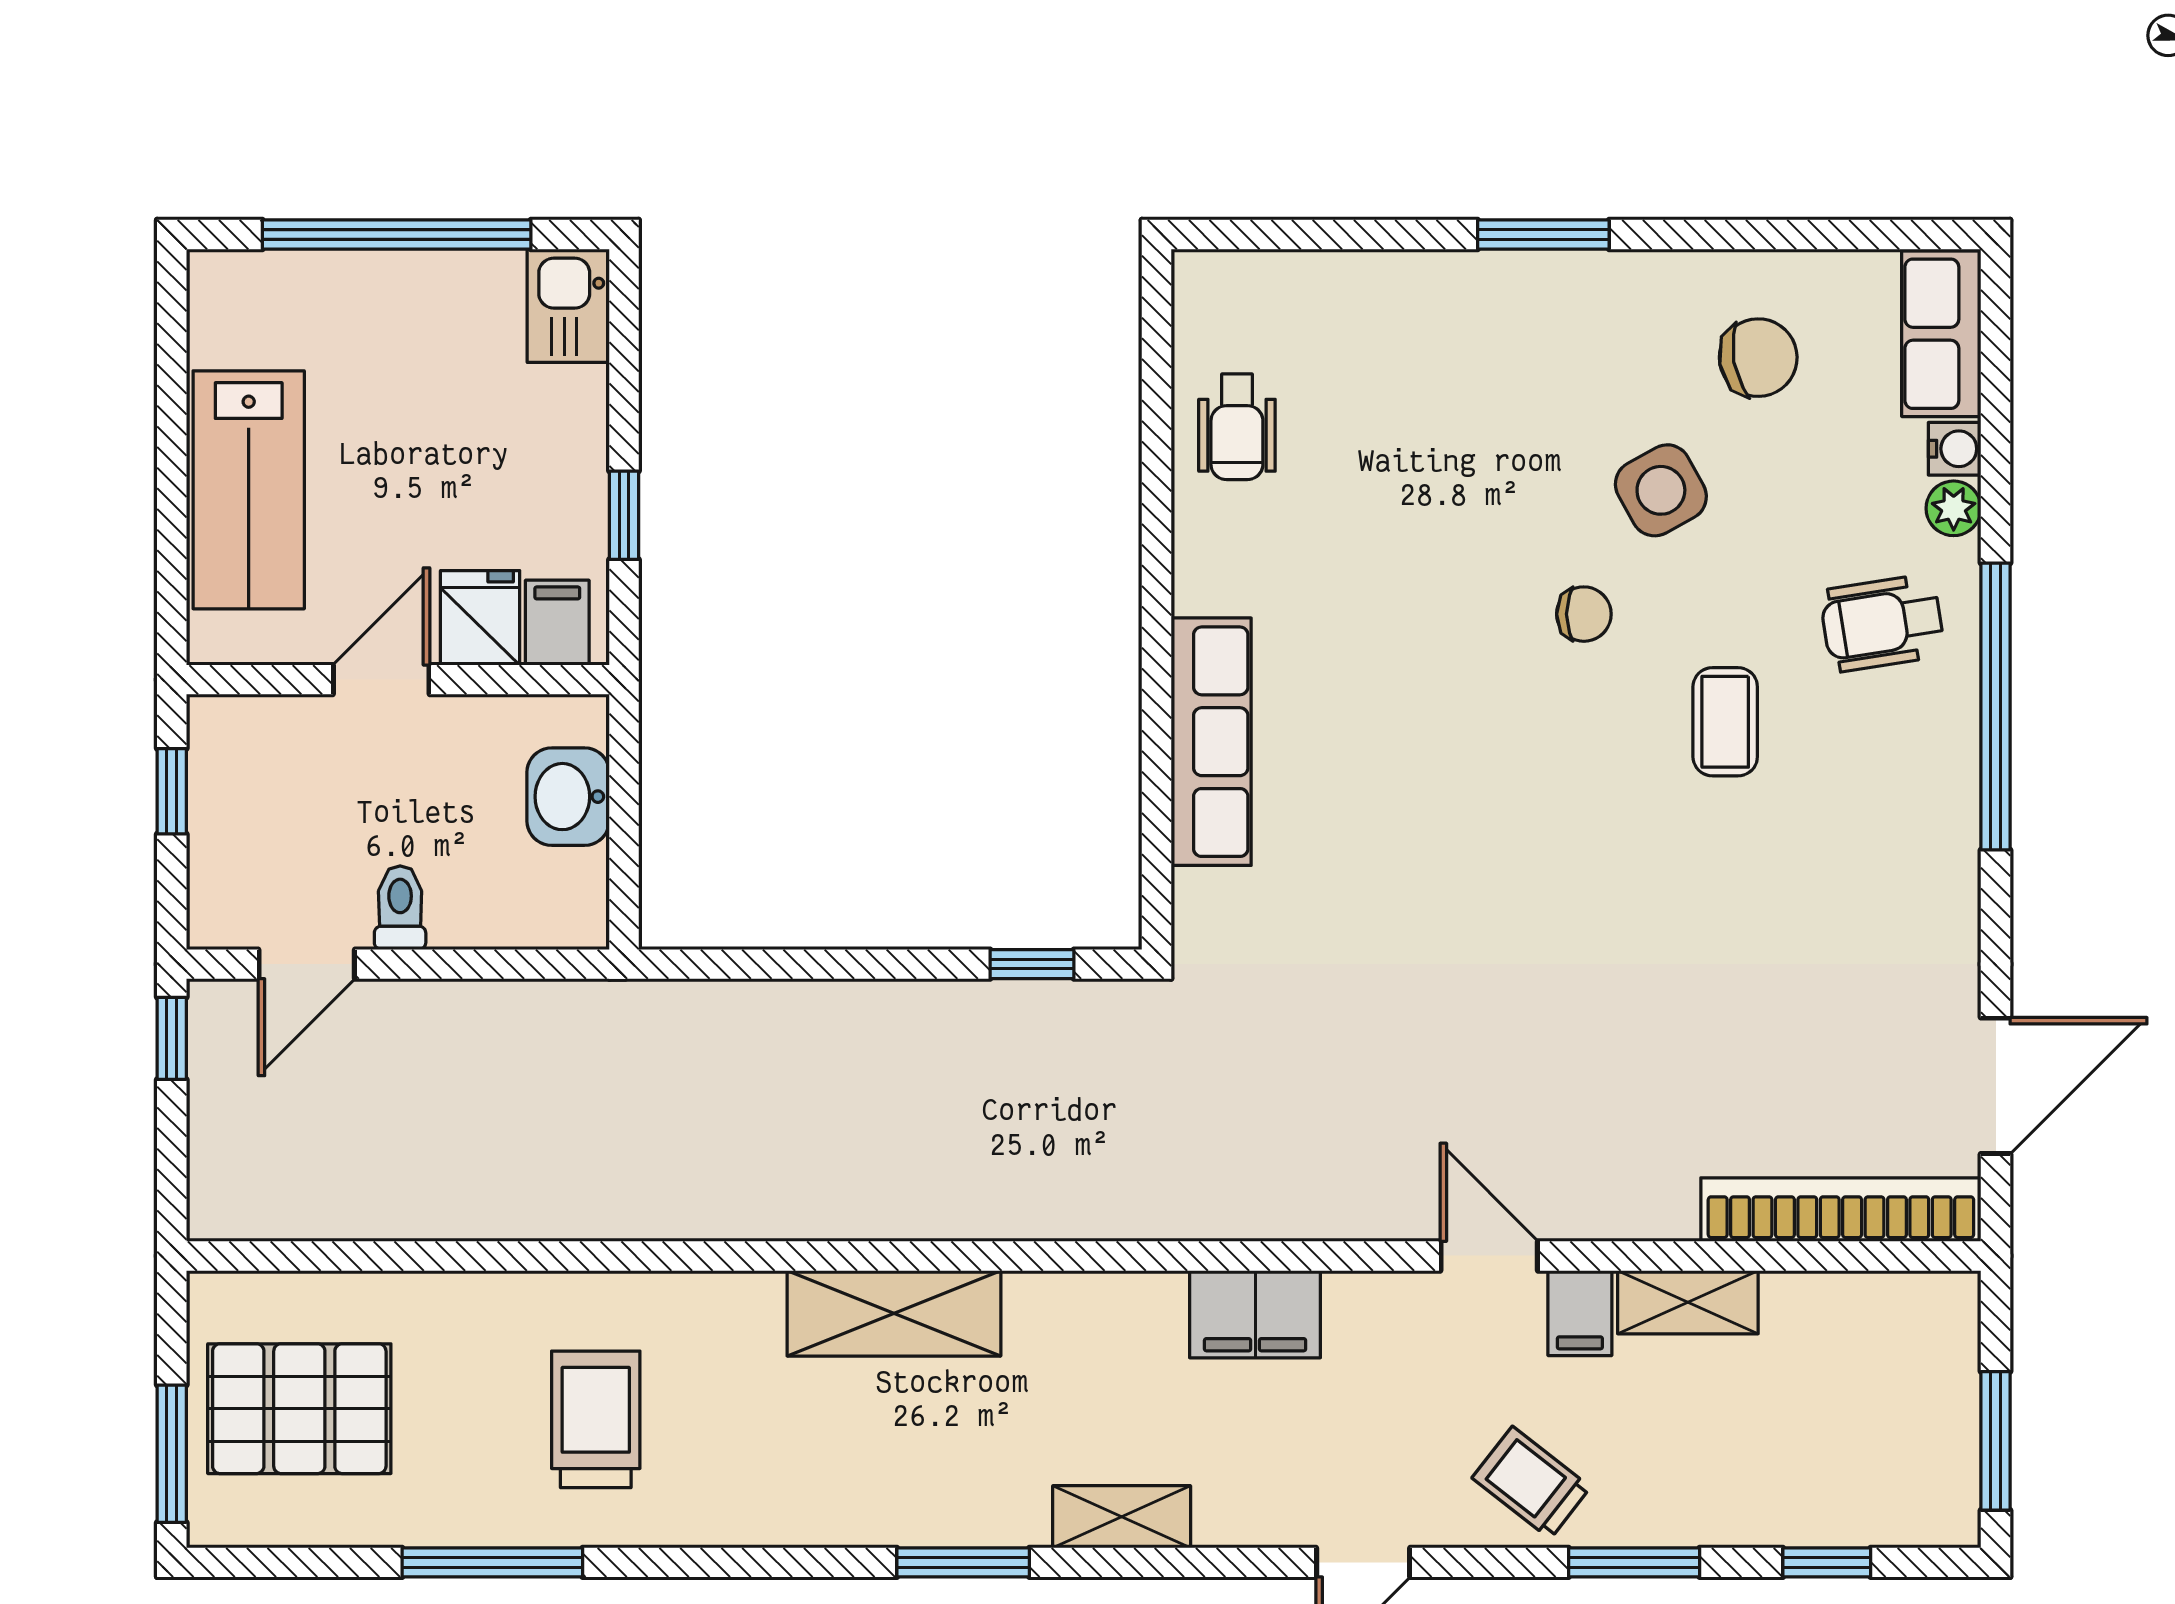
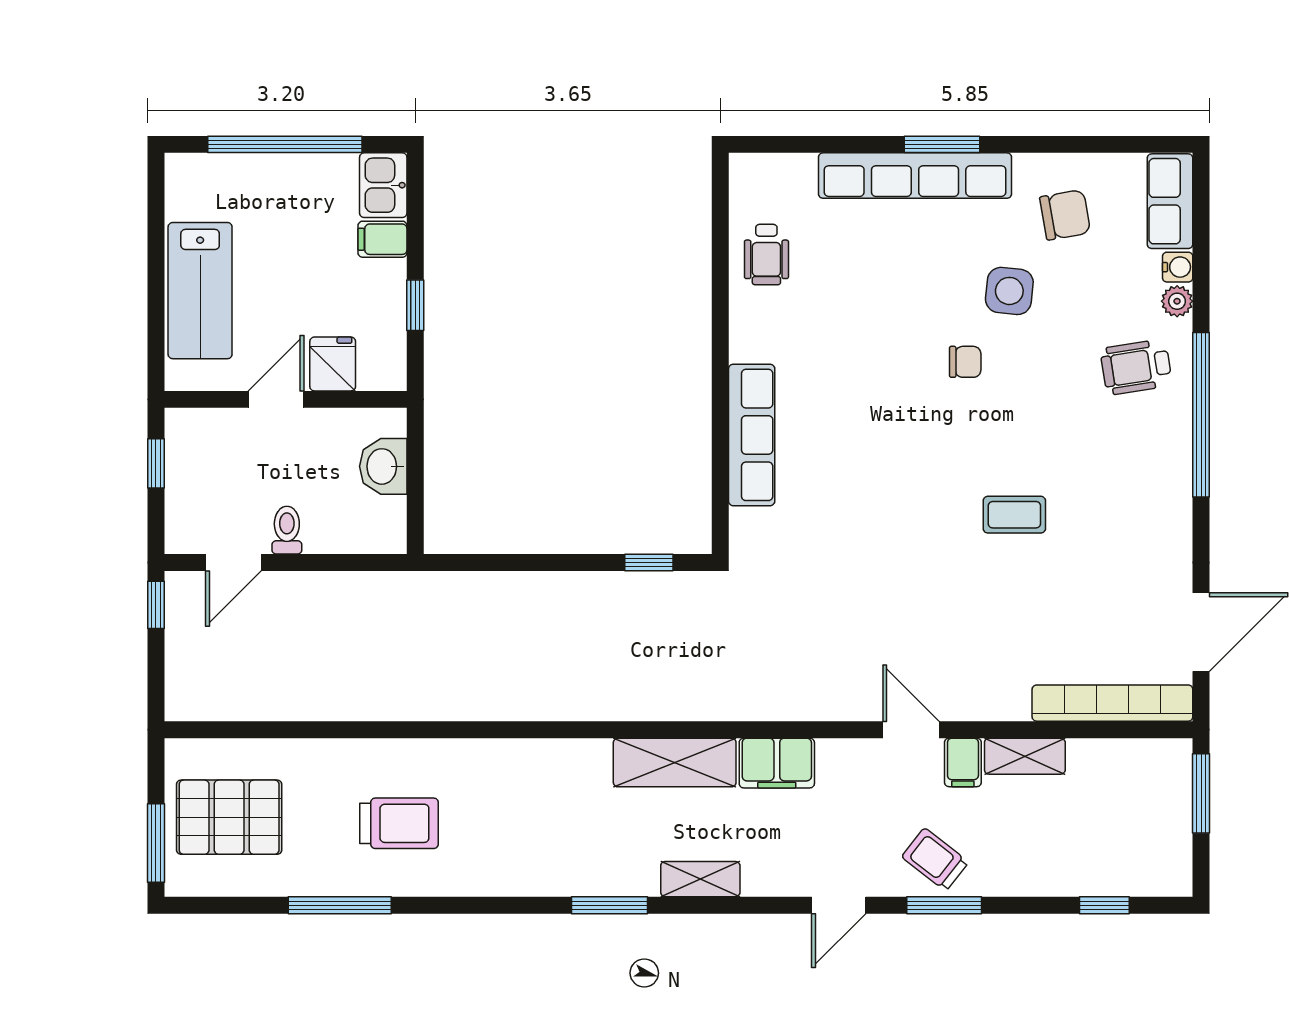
row of seats: (1496, 289) -> (915, 176), added
side table: (1661, 490) -> (1009, 291), turned 35
filing cabinet: (557, 623) -> (382, 239), moved, turned -90
coffee table: (1725, 722) -> (1014, 515), moved, turned 90
shelving: (894, 1313) -> (675, 763), moved
trolley: (596, 1419) -> (399, 823), turned 90
window: (1996, 1441) -> (1201, 793), moved
window: (1634, 1562) -> (944, 905), moved

